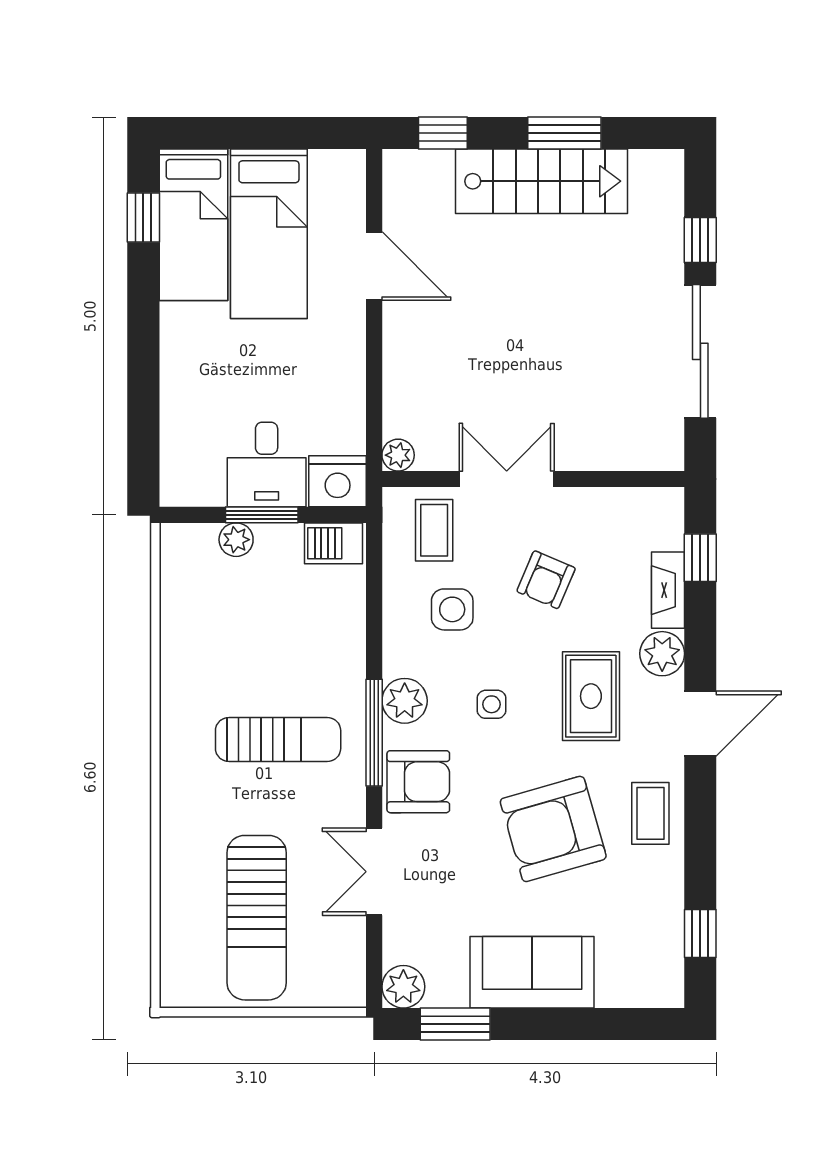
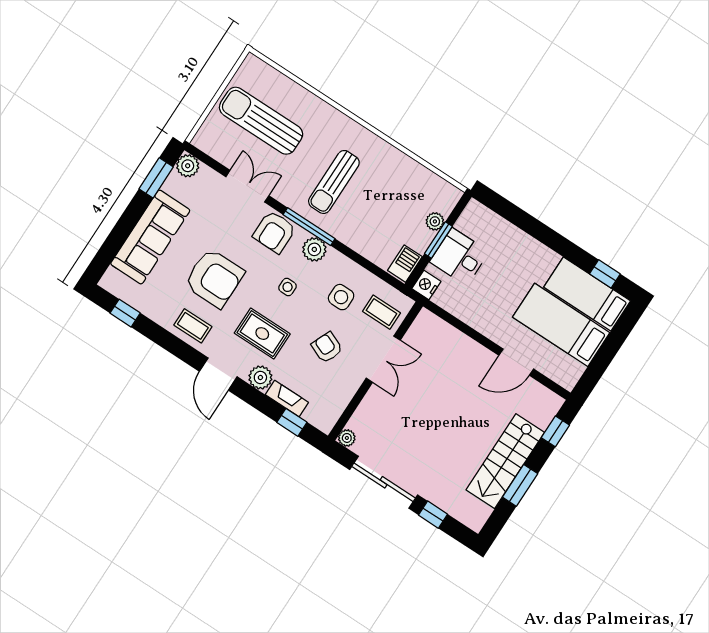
plant: (398, 455) -> (347, 438), moved
nightstand: (338, 481) -> (426, 285), width x0.74, depth x0.75
armchair: (553, 829) -> (214, 278), turned 106
sofa: (532, 972) -> (150, 237), width x1.36

